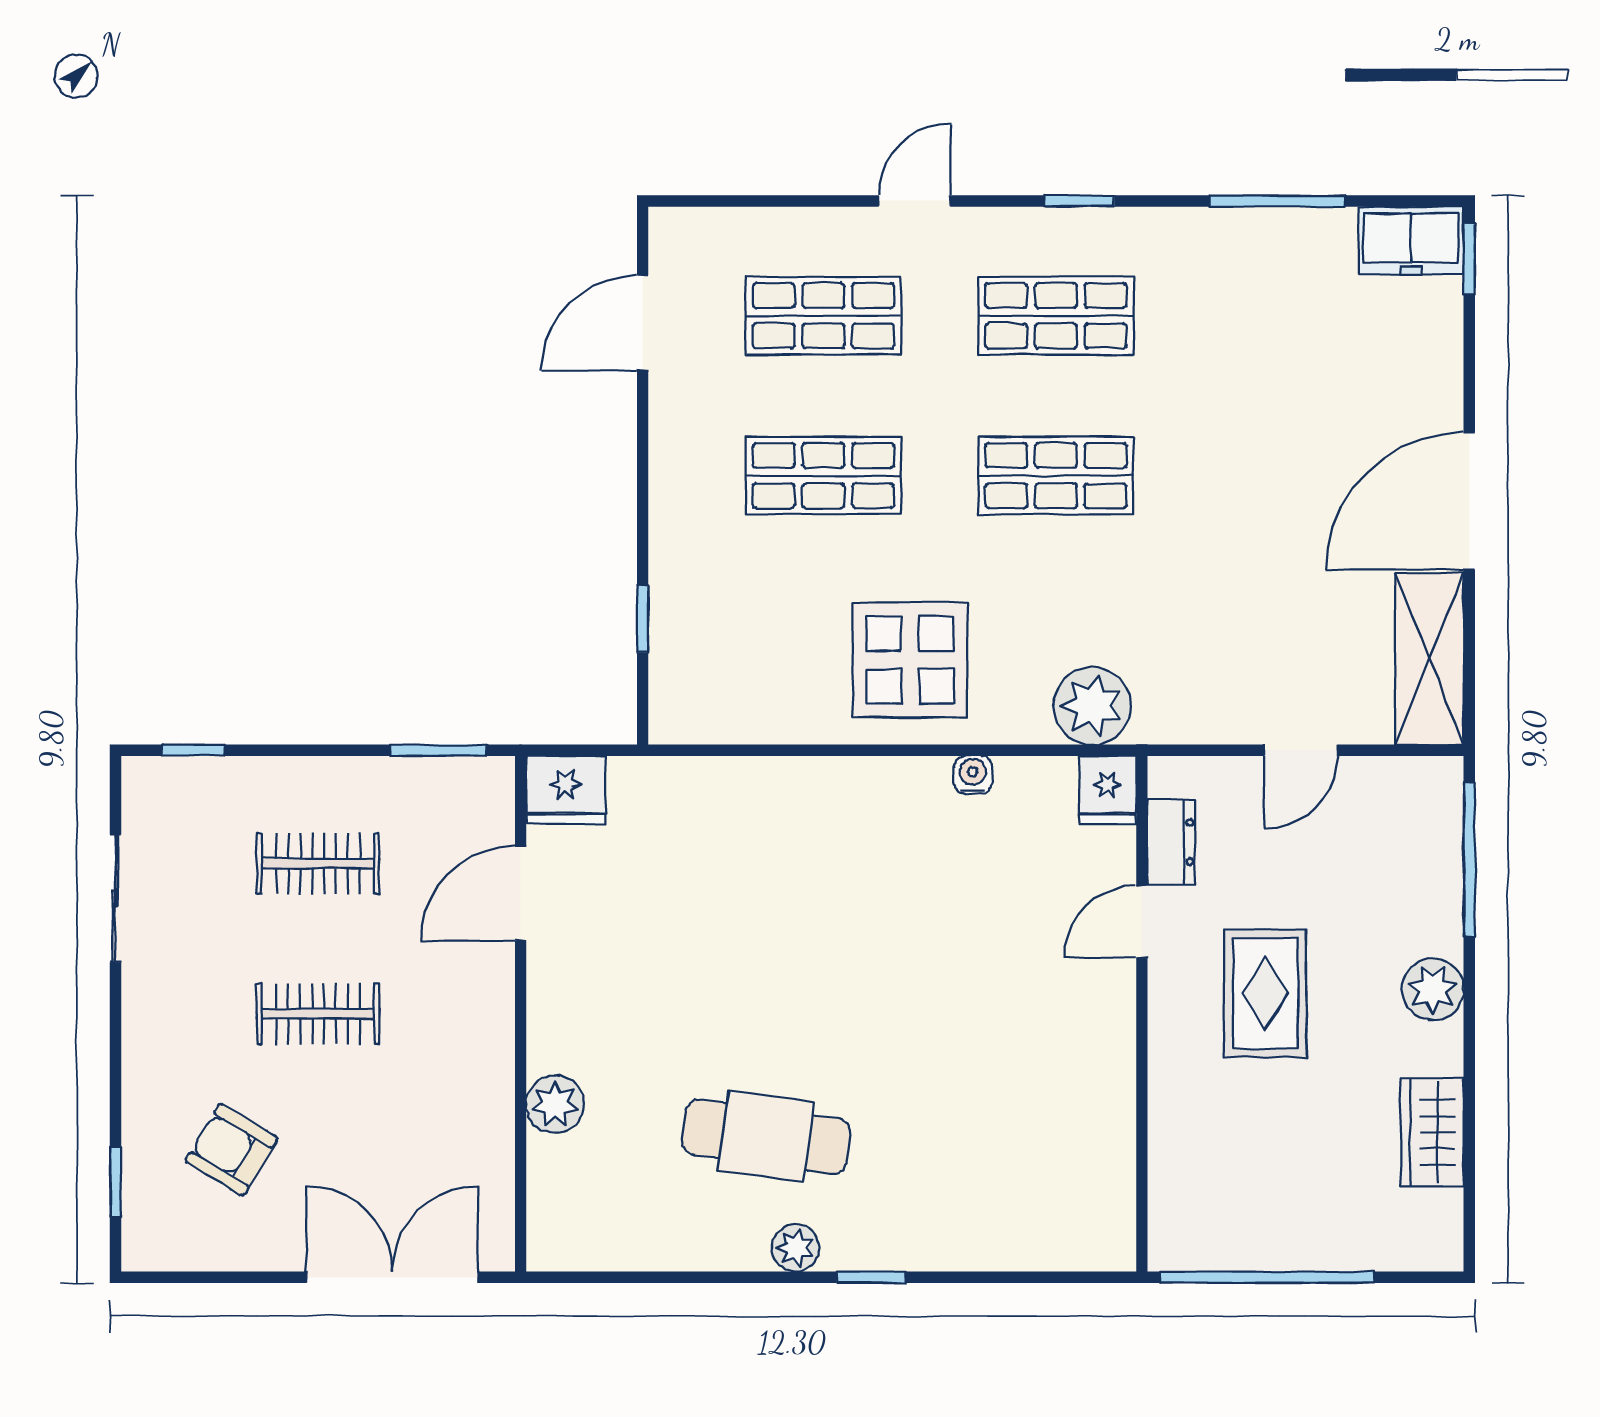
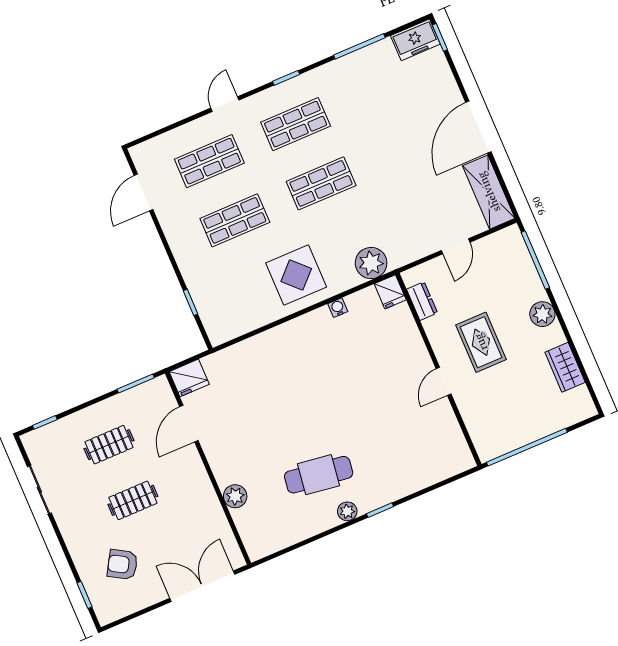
door: (1142, 922) -> (444, 381), moved

